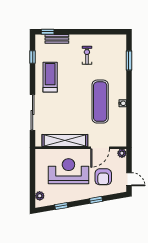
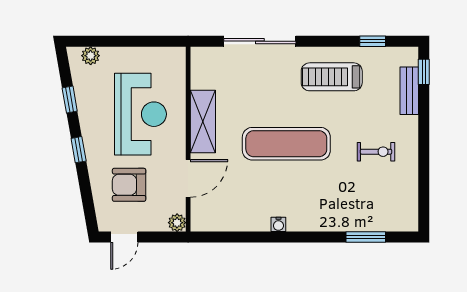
treadmill: (50, 77) -> (332, 77), turned 180
exercise mat: (100, 102) -> (286, 144), moved
shelving: (65, 141) -> (203, 121), width x0.68
door: (100, 148) -> (188, 178), swing flipped
window: (96, 200) -> (79, 150), moved

